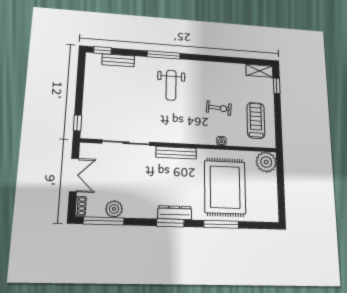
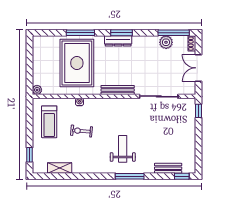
shelving: (259, 71) -> (60, 168), moved
plant: (266, 162) -> (37, 90), width x0.53, depth x0.53

